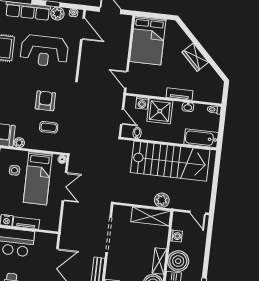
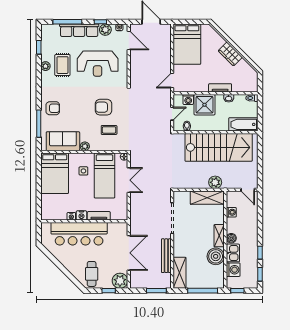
door: (126, 80) -> (172, 81), hinge flipped
armchair: (45, 101) -> (104, 107), turned -90
door: (122, 117) -> (172, 114), hinge flipped
boiler: (178, 261) -> (231, 238), width x0.54, depth x0.54

